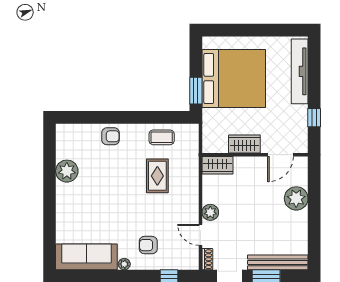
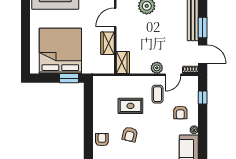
coffee table: (162, 137) -> (158, 94), moved
door: (280, 155) -> (115, 17), swing flipped
armchair: (118, 175) -> (130, 134), added

